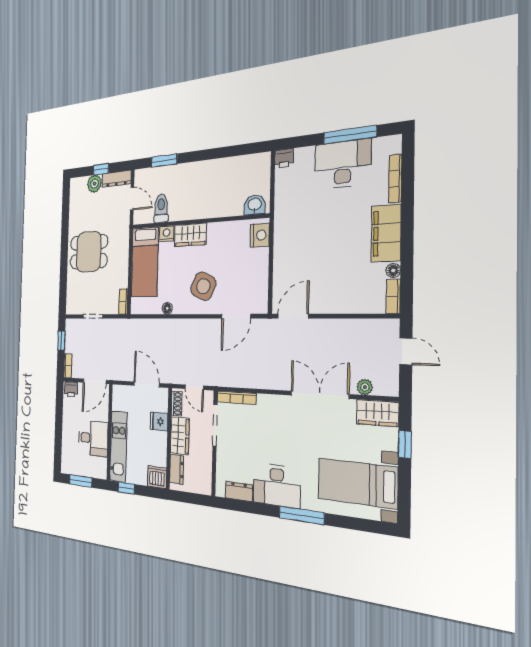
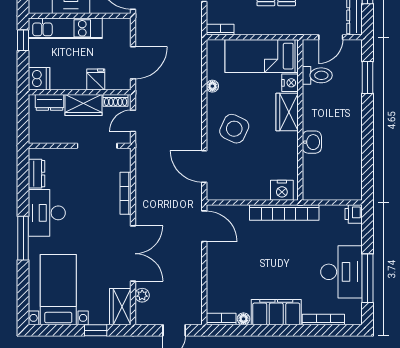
washbasin: (255, 205) -> (312, 142), moved
bookcase: (281, 231) -> (284, 213), added
bookcase: (237, 398) -> (125, 193), moved

